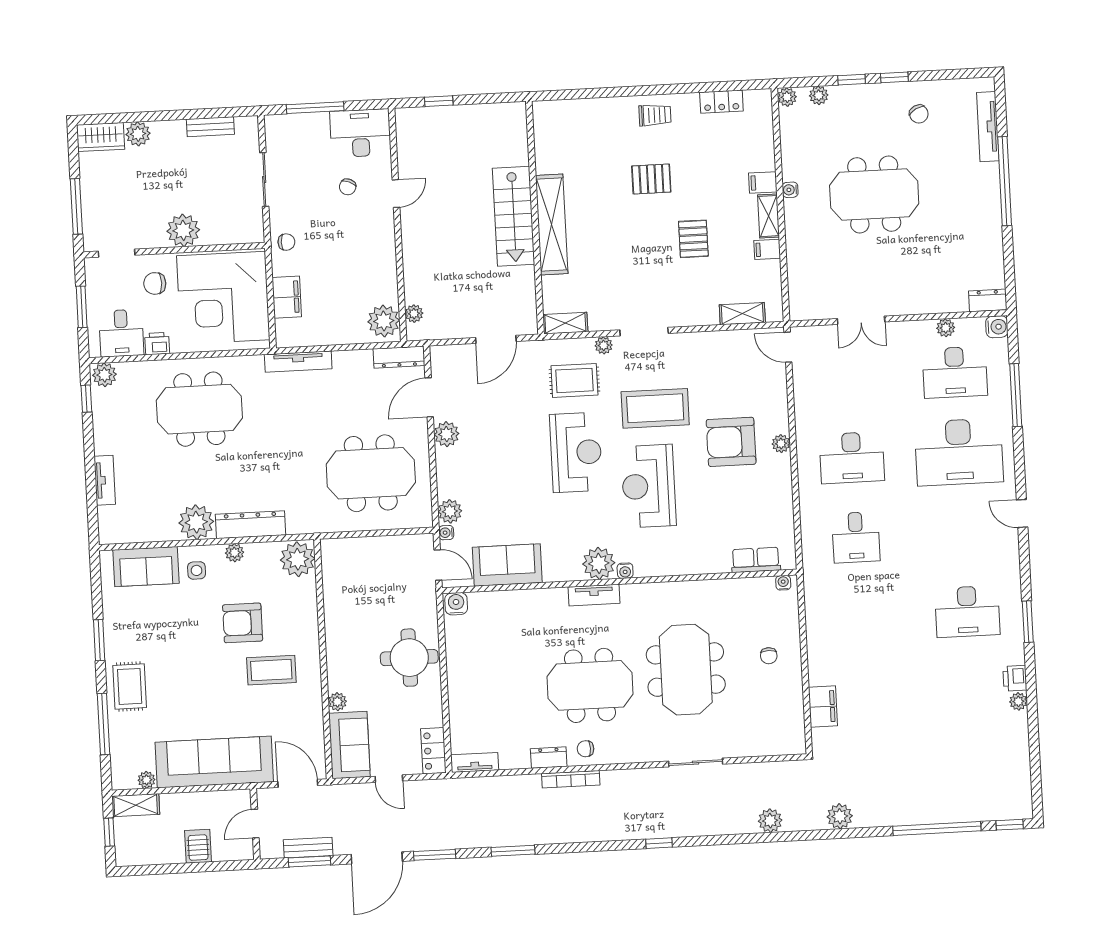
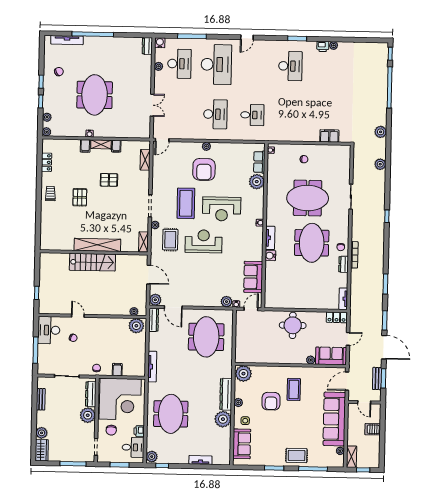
dresser: (229, 234) -> (91, 394), added
filing cabinet: (287, 297) -> (117, 370), width x0.50
plant: (447, 434) -> (155, 300), moved
plant: (599, 563) -> (257, 182), moved
water cooler: (456, 604) -> (270, 256), moved

